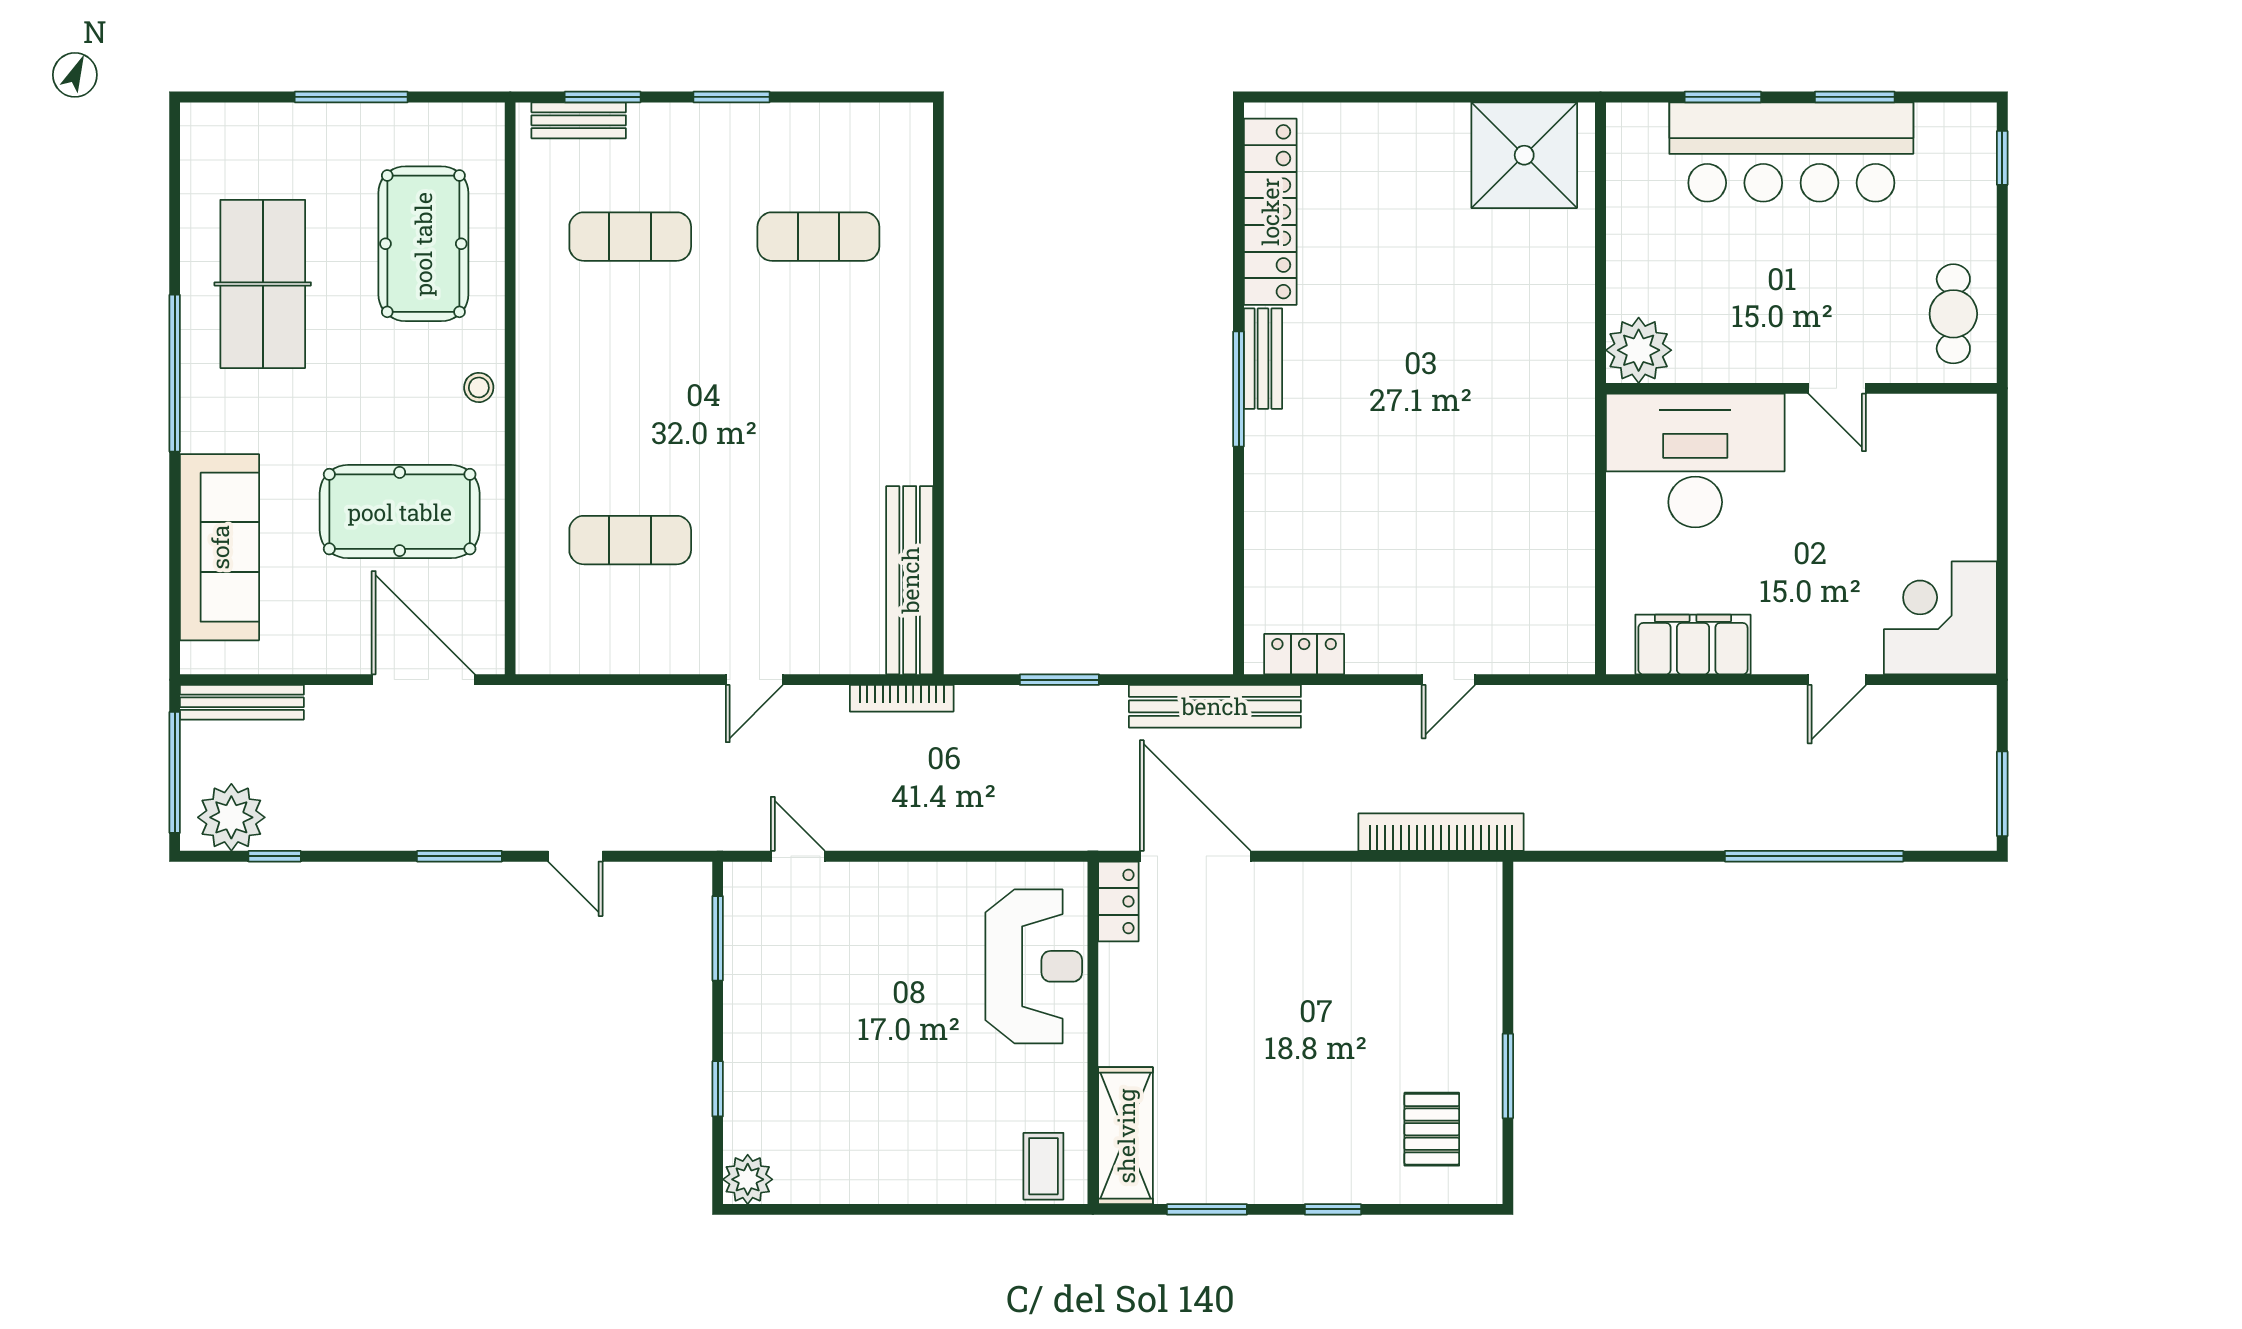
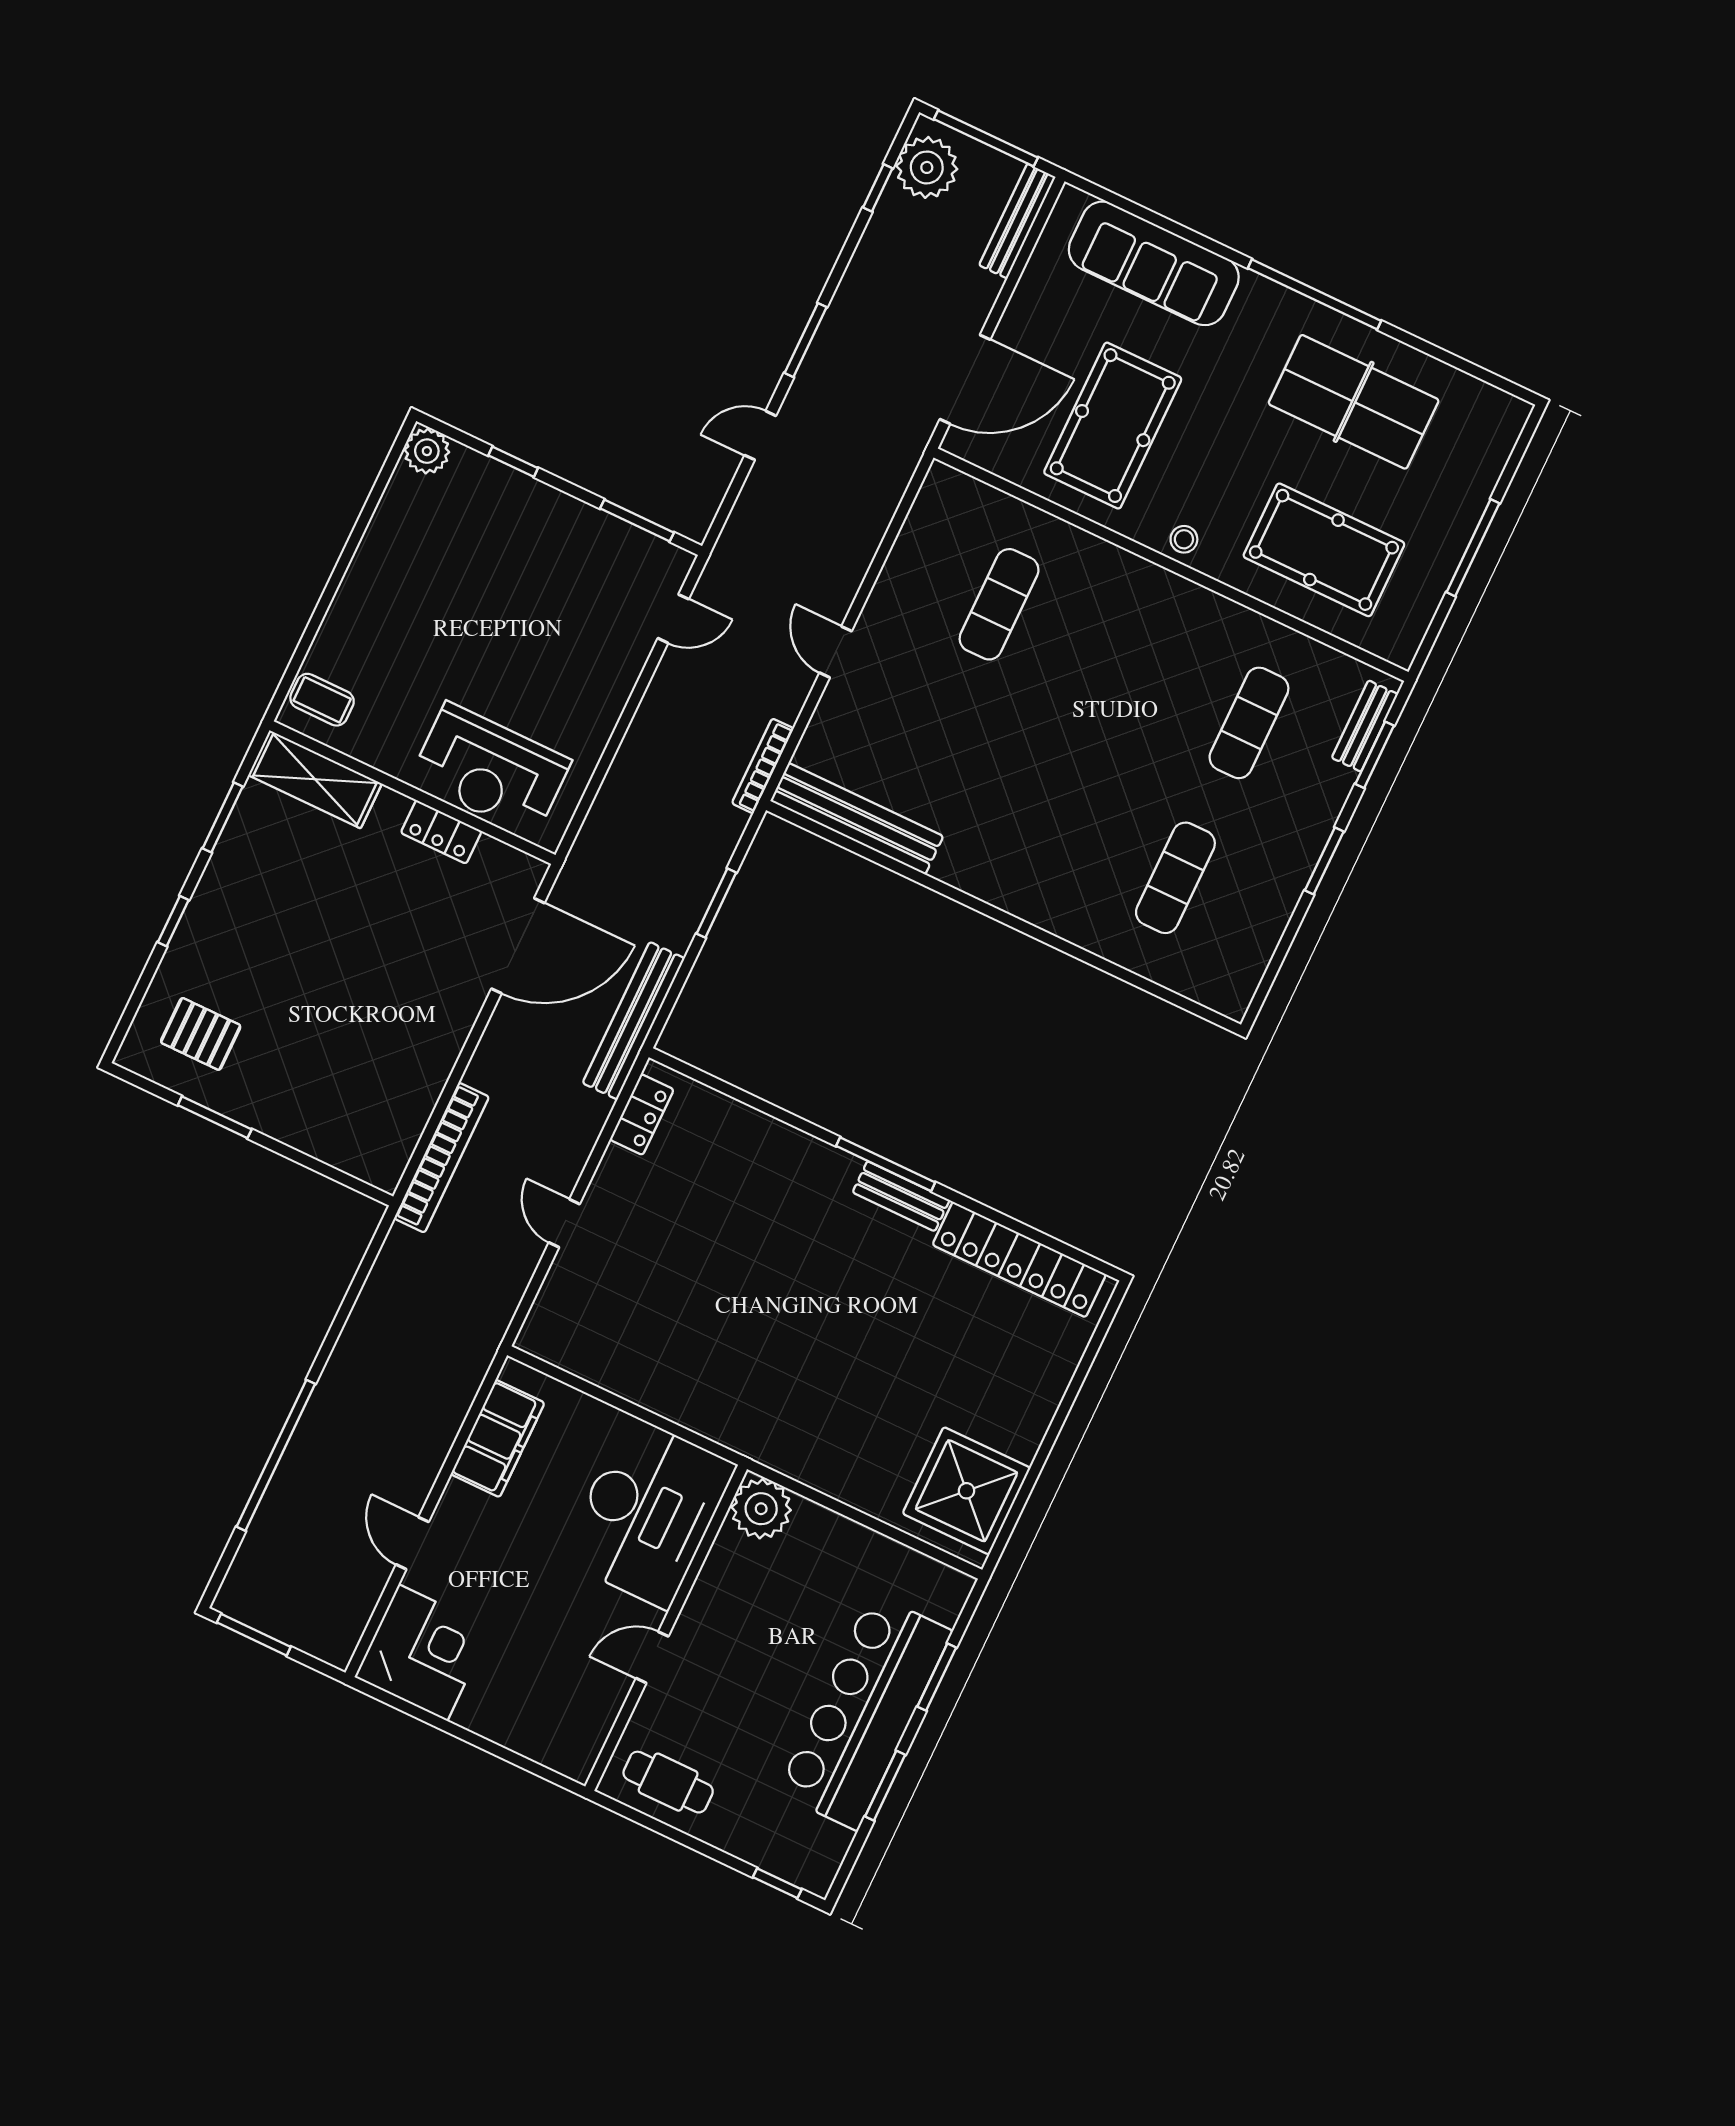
locker: (1118, 901) -> (441, 832), moved

